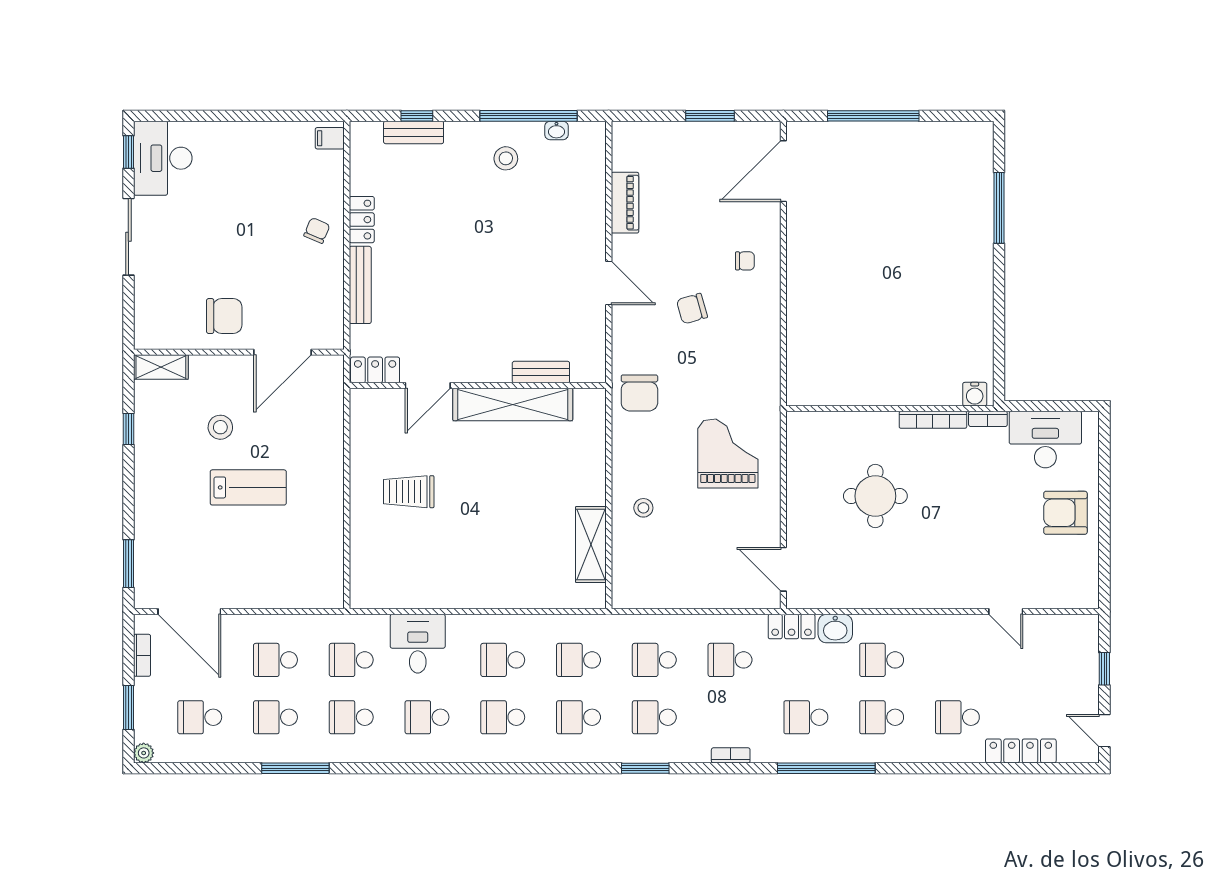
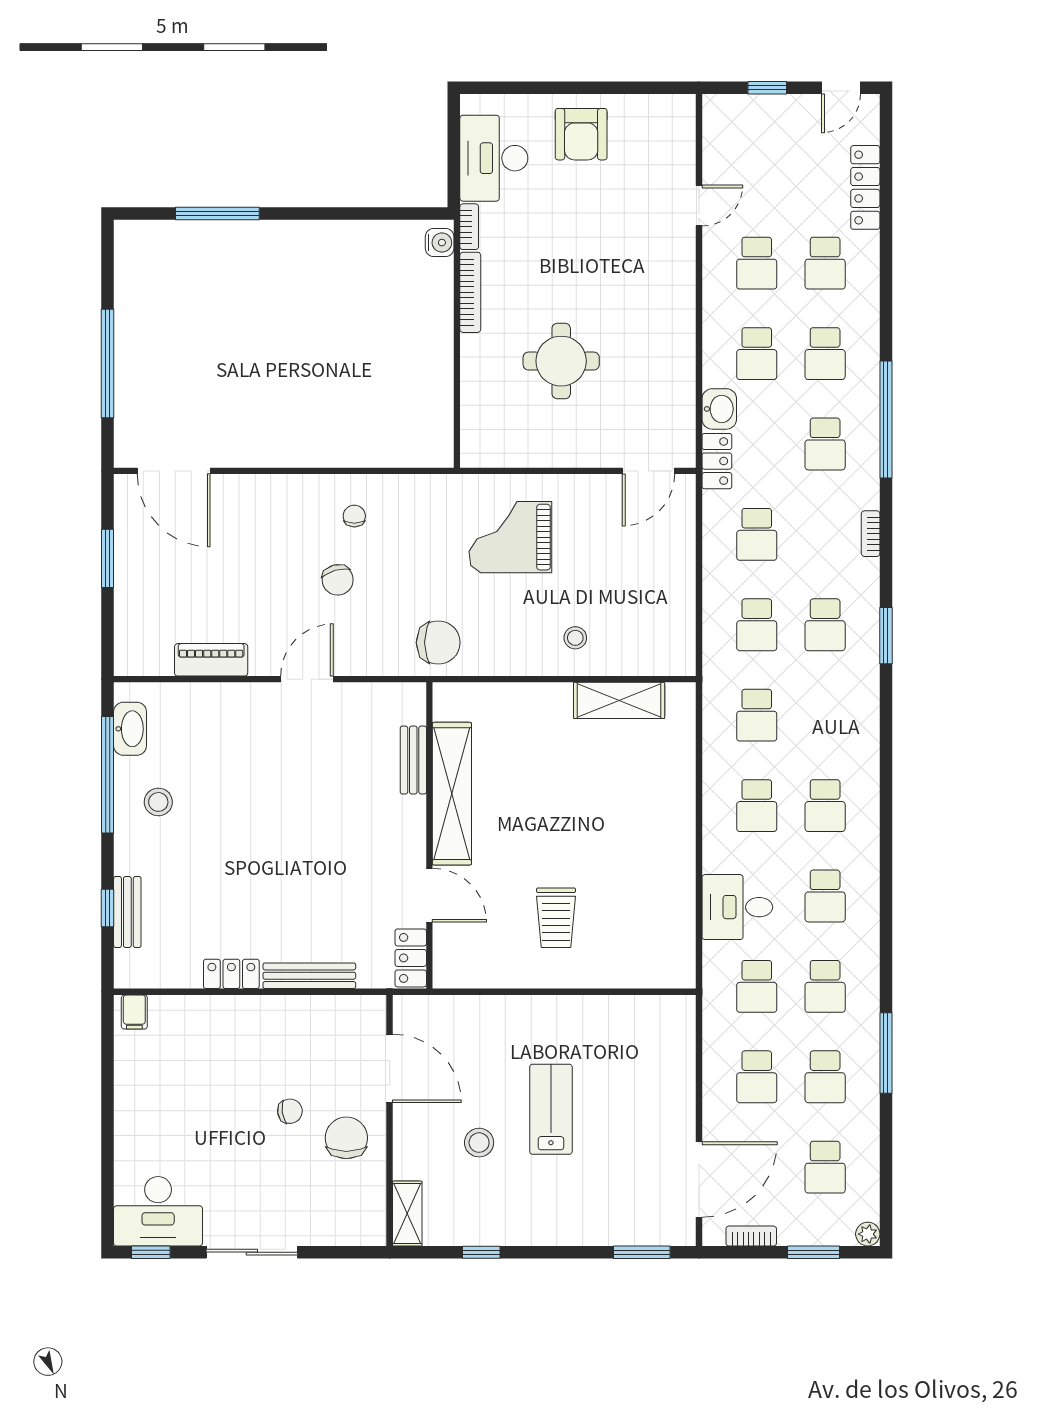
washbasin: (556, 130) -> (130, 729), width x1.91, depth x1.45
chair: (317, 230) -> (290, 1111), moved, turned 149
chair: (745, 261) -> (354, 516), moved
school desk: (579, 717) -> (757, 263), moved

